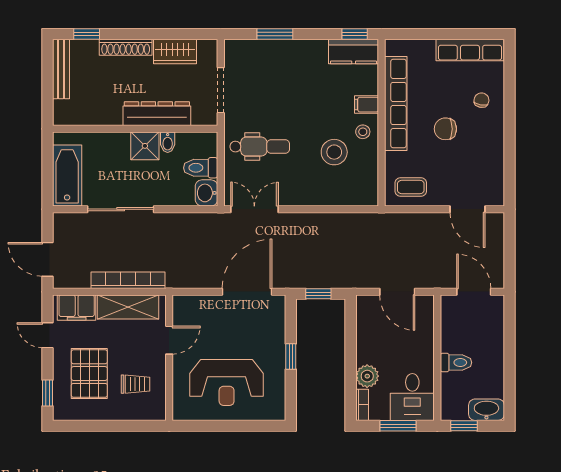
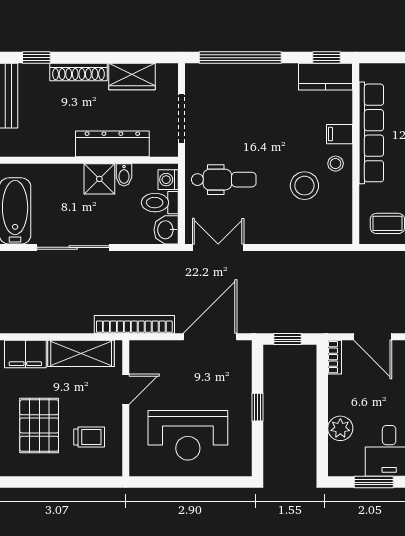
window: (275, 34) -> (240, 58), width x2.11
washing machine: (208, 147) -> (168, 180), added
bookcase: (128, 280) -> (134, 324), moved
bookcase: (362, 405) -> (335, 357), moved

